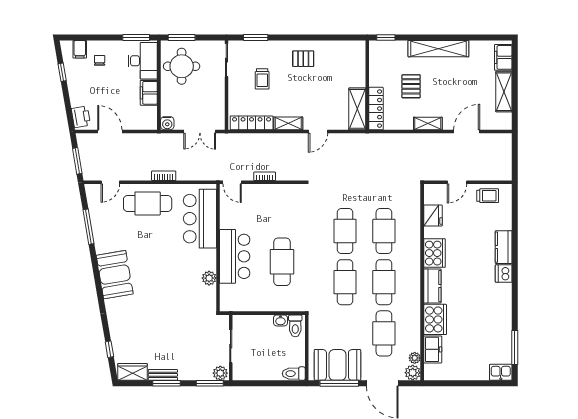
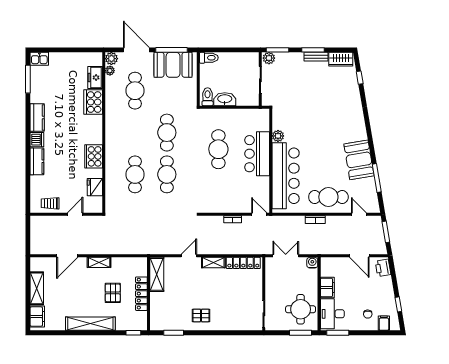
window: (256, 38) -> (174, 333), moved
trolley: (262, 79) -> (235, 299), removed
locker: (376, 109) -> (141, 294), moved
door: (110, 182) -> (359, 214), hinge flipped
bar counter: (200, 219) -> (286, 176), width x1.36
booth: (115, 275) -> (359, 160), moved
cafe table: (384, 282) -> (135, 133), removed
kitchen counter: (432, 286) -> (37, 117), moved, turned 180
washbasin: (281, 320) -> (225, 99), width x1.91, depth x1.45

